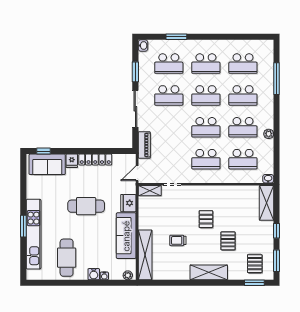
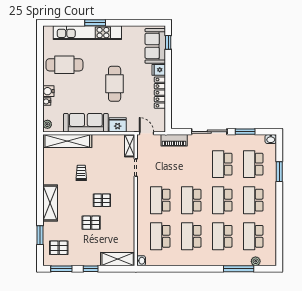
plant: (269, 134) -> (256, 261), moved
pallet: (228, 241) -> (91, 223), moved
window: (254, 283) -> (40, 235), moved

